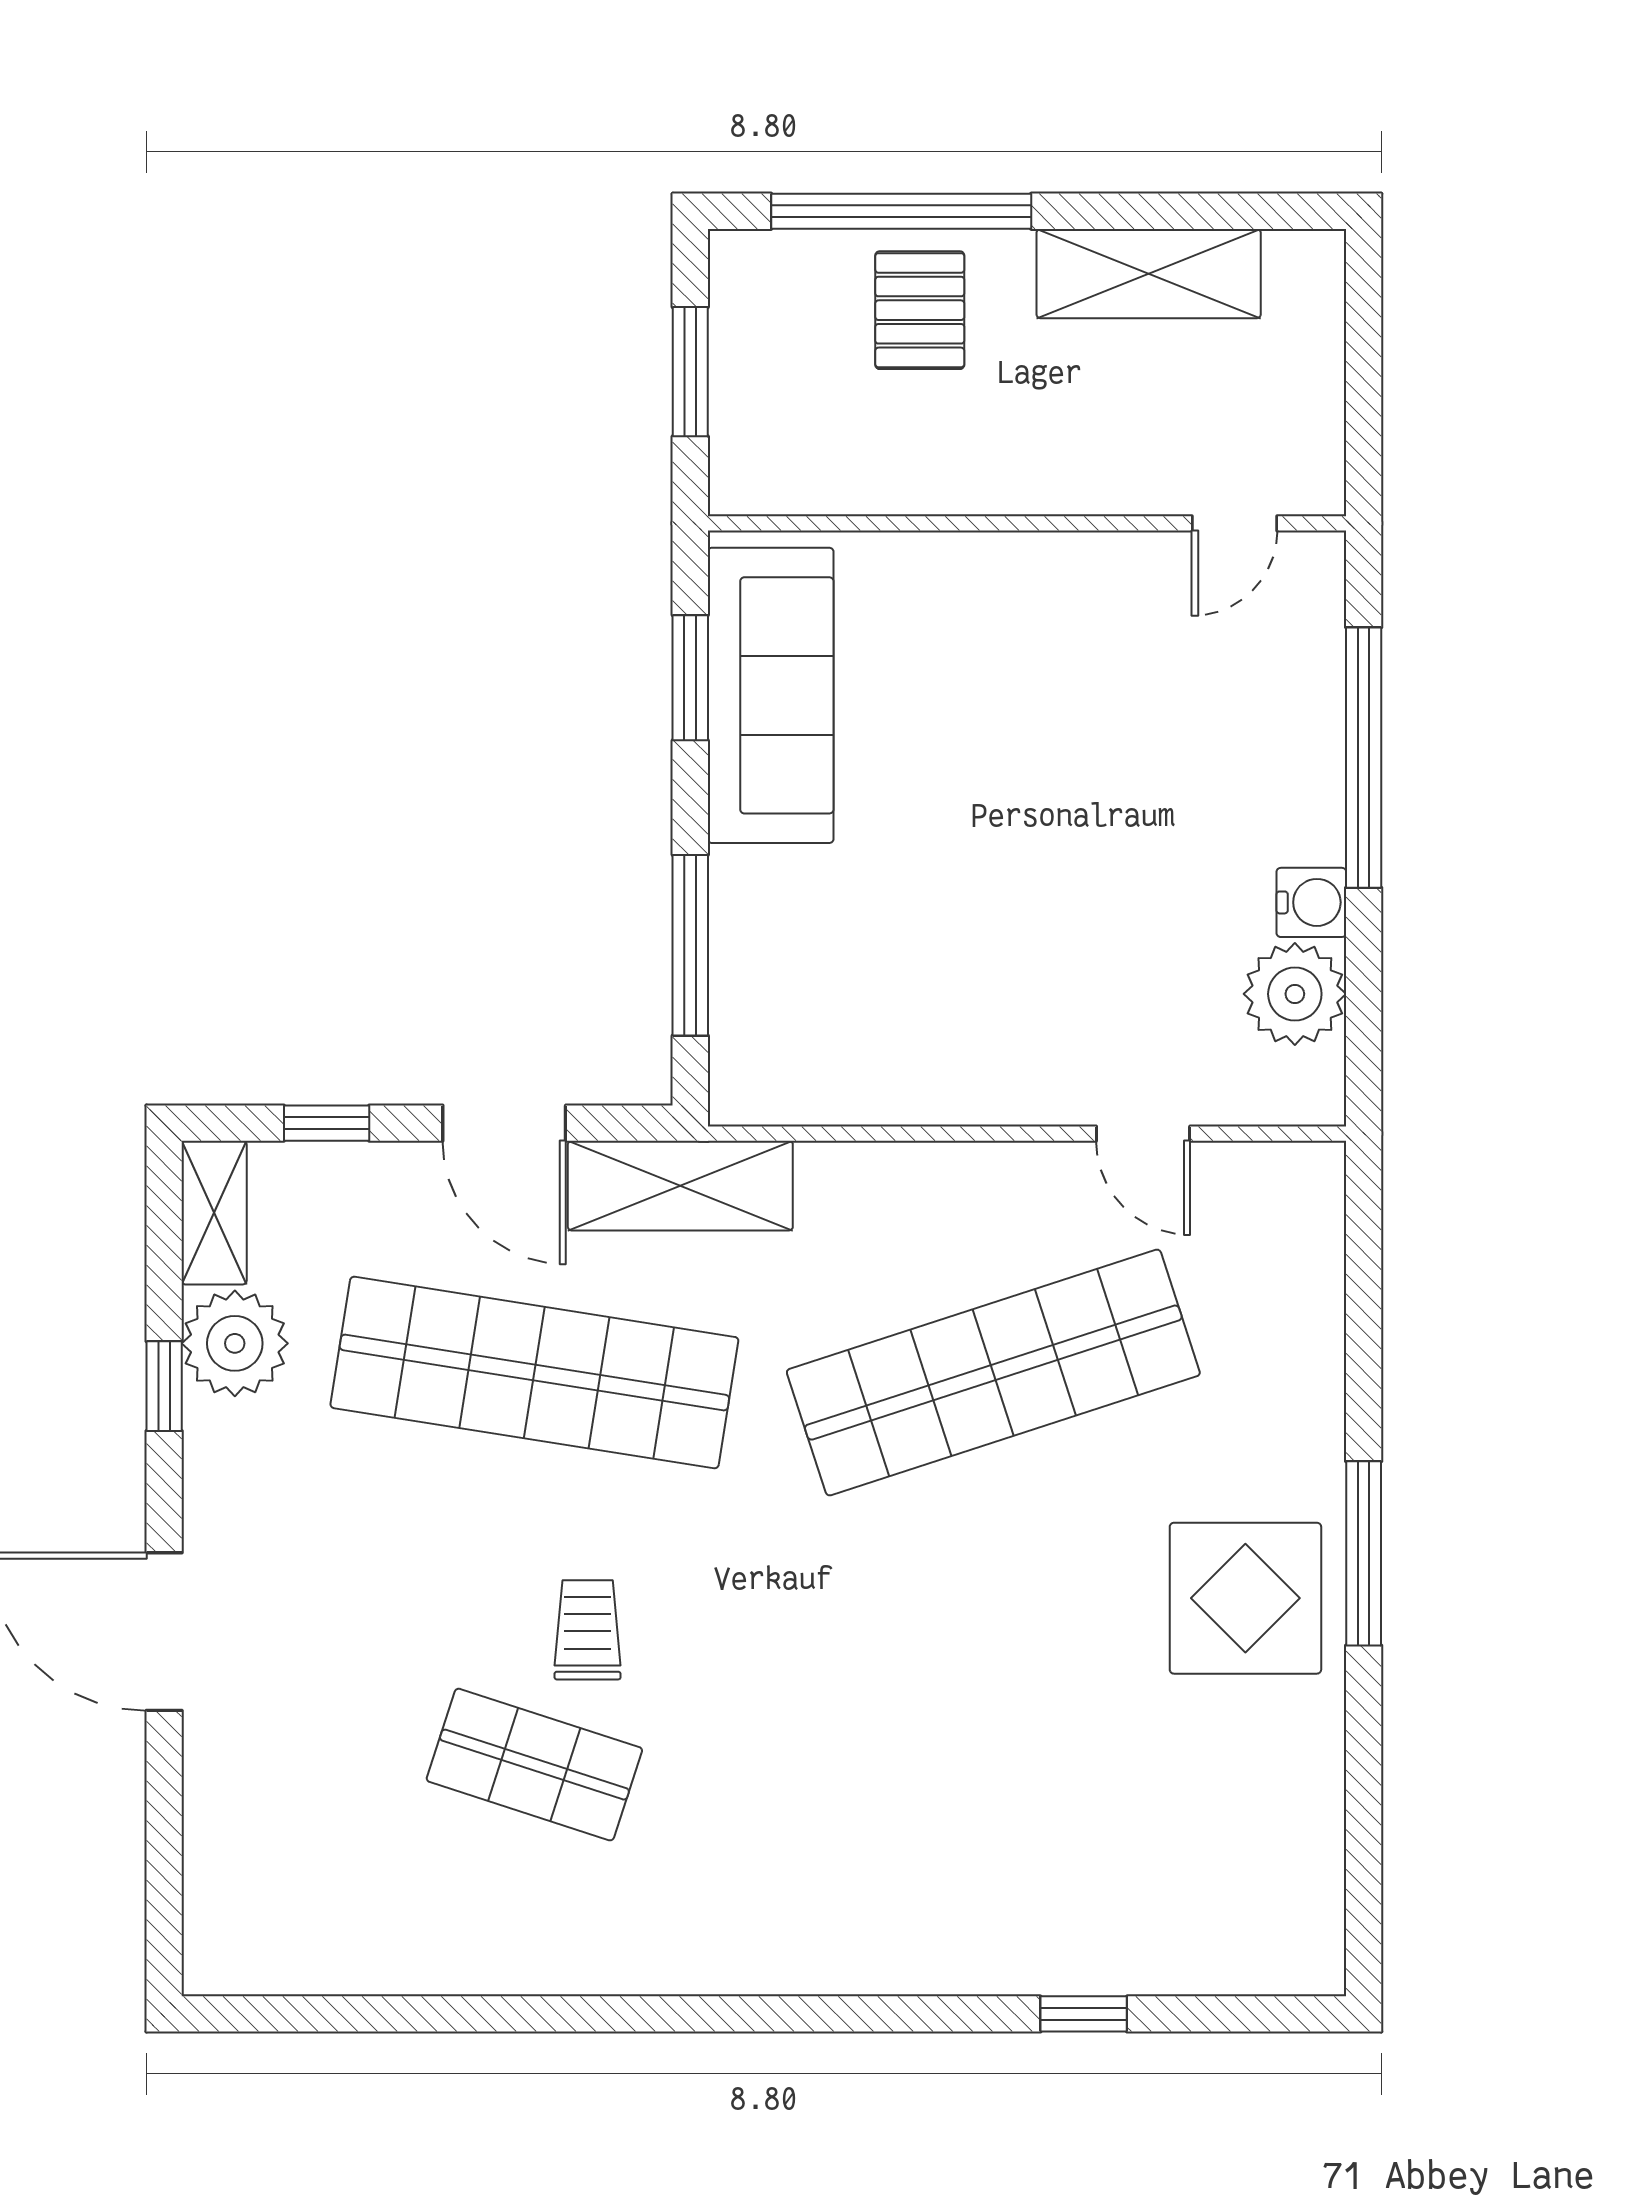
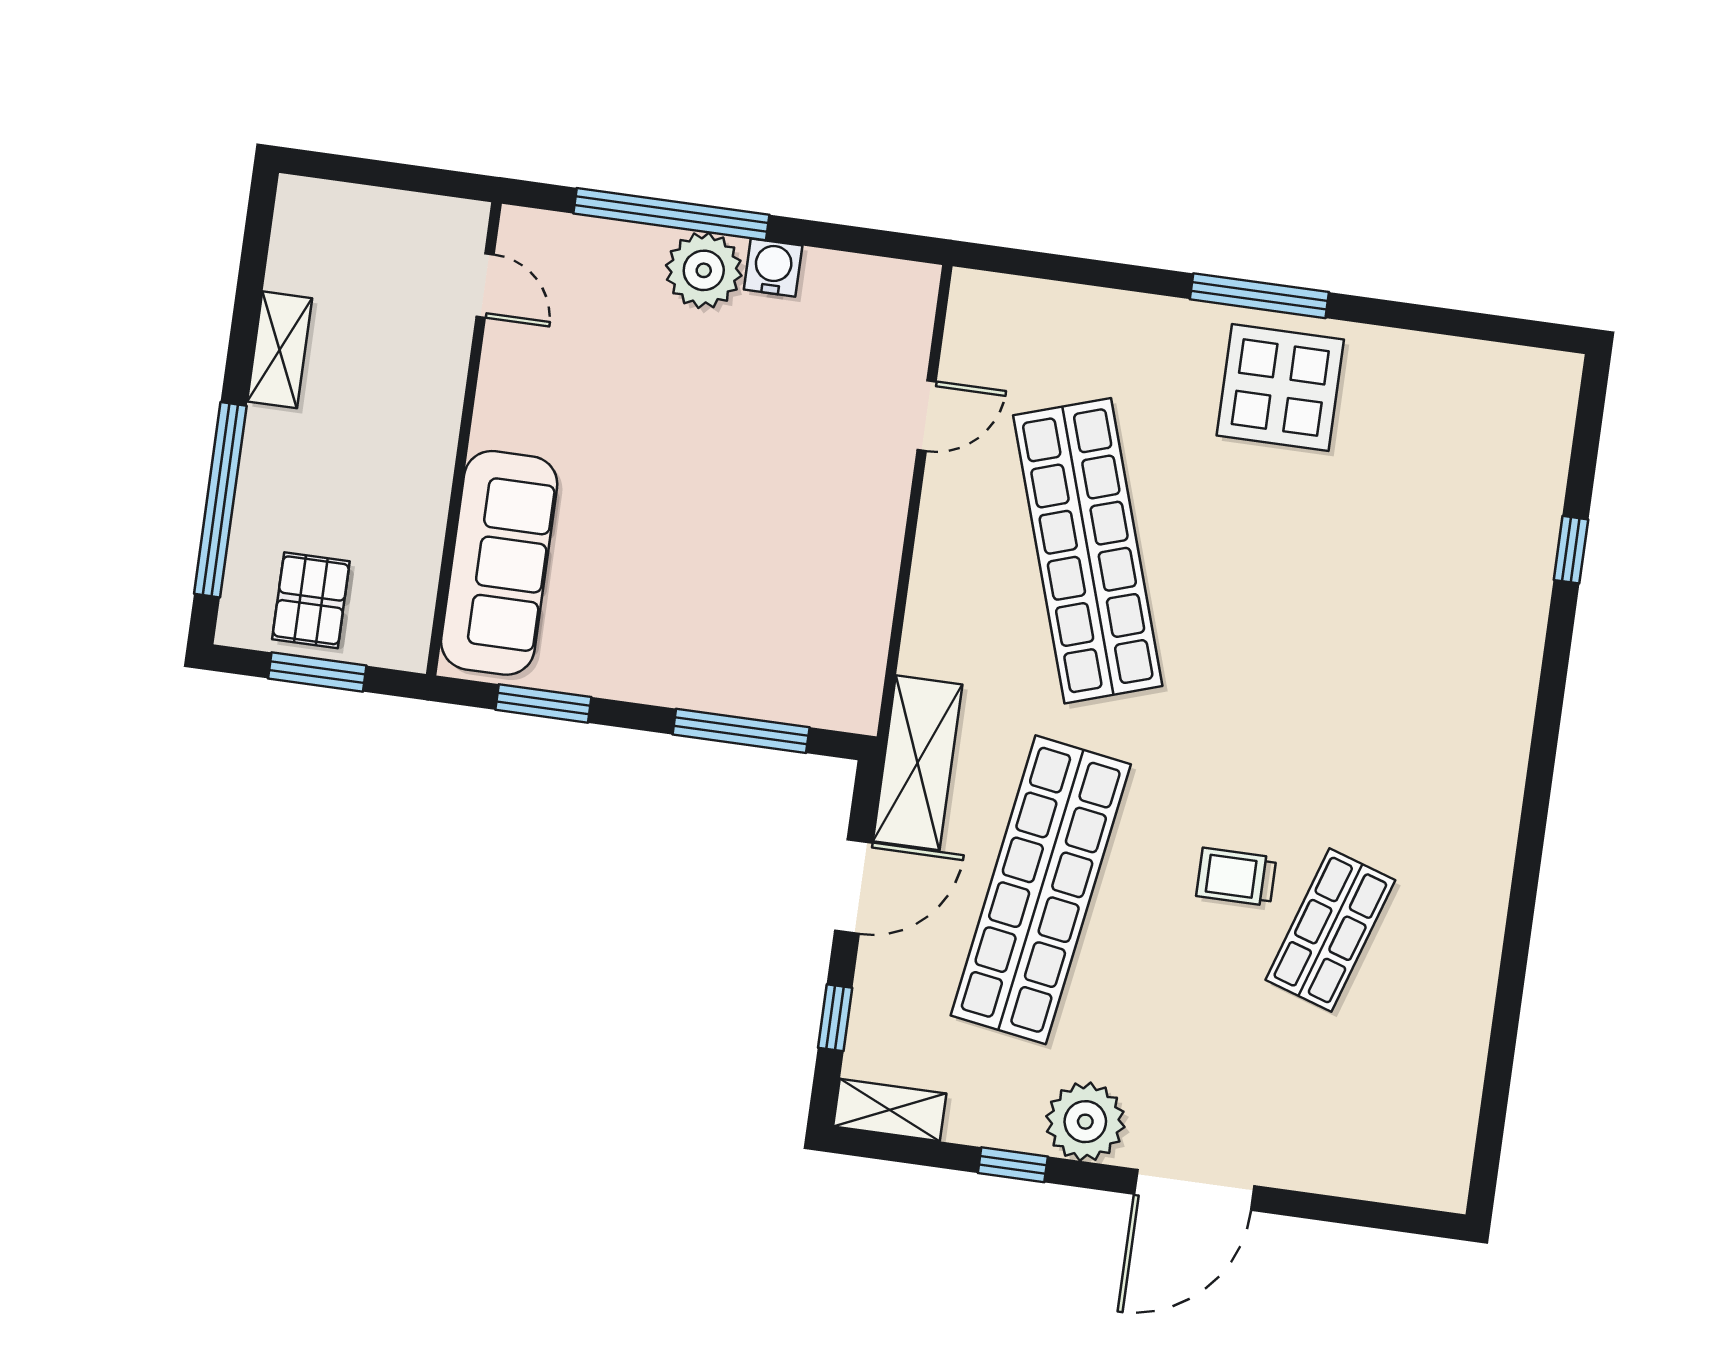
shelving: (1149, 274) -> (280, 350), width x0.67, depth x0.75
pallet: (920, 310) -> (311, 600), moved, turned 90
sofa: (771, 695) -> (499, 563), moved, turned 90
plant: (1295, 994) -> (704, 270), moved
plant: (235, 1343) -> (1085, 1122), moved

